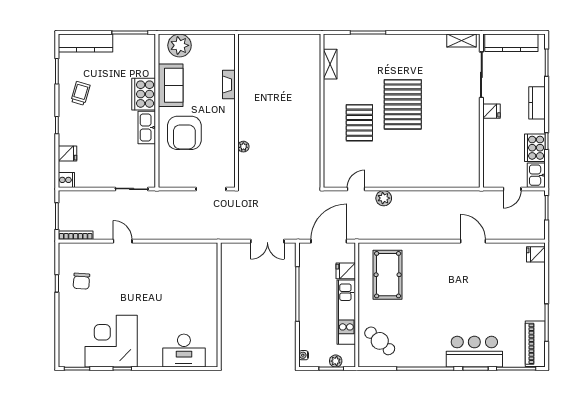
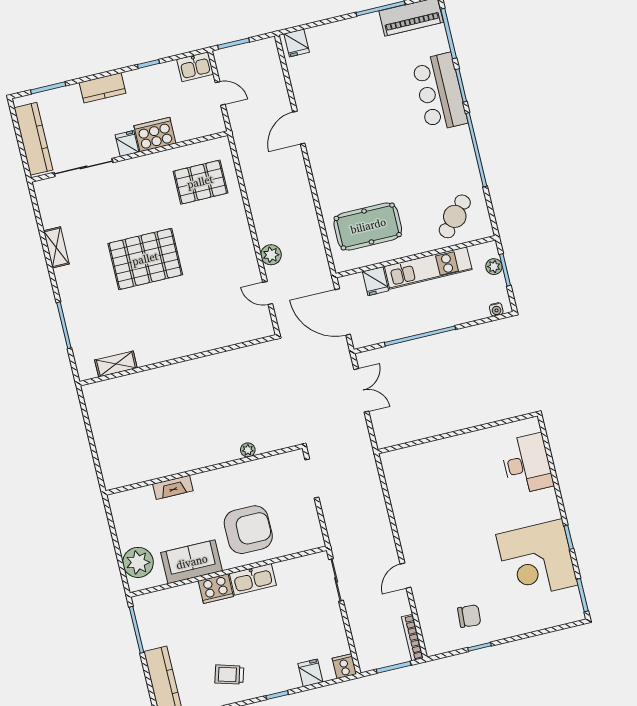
shelving: (462, 41) -> (56, 247), moved
cooker: (144, 94) -> (216, 589), width x0.73, depth x0.76
pallet: (359, 123) -> (200, 182), moved
cooker: (535, 148) -> (155, 135), moved, turned 180

